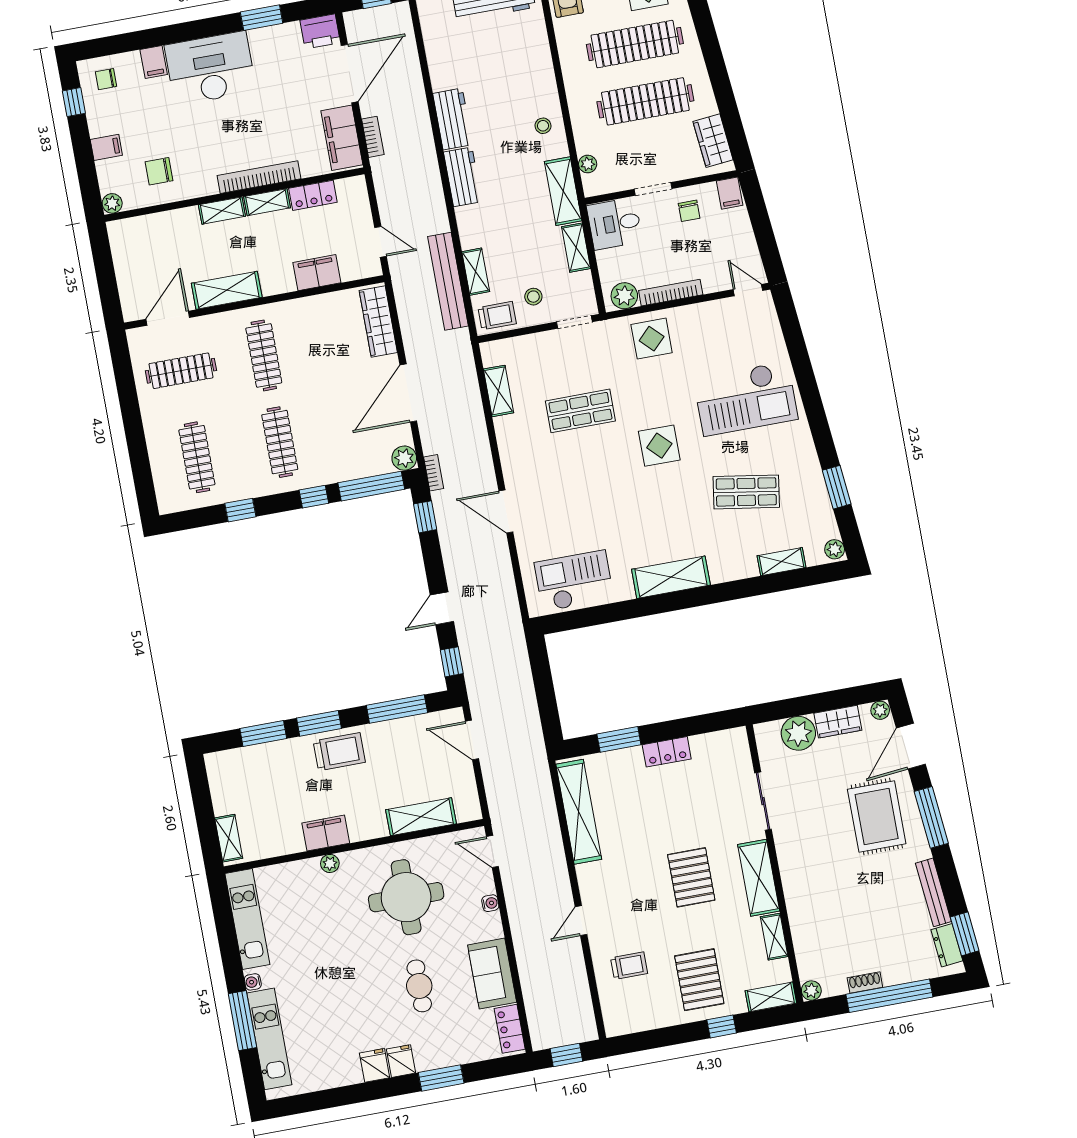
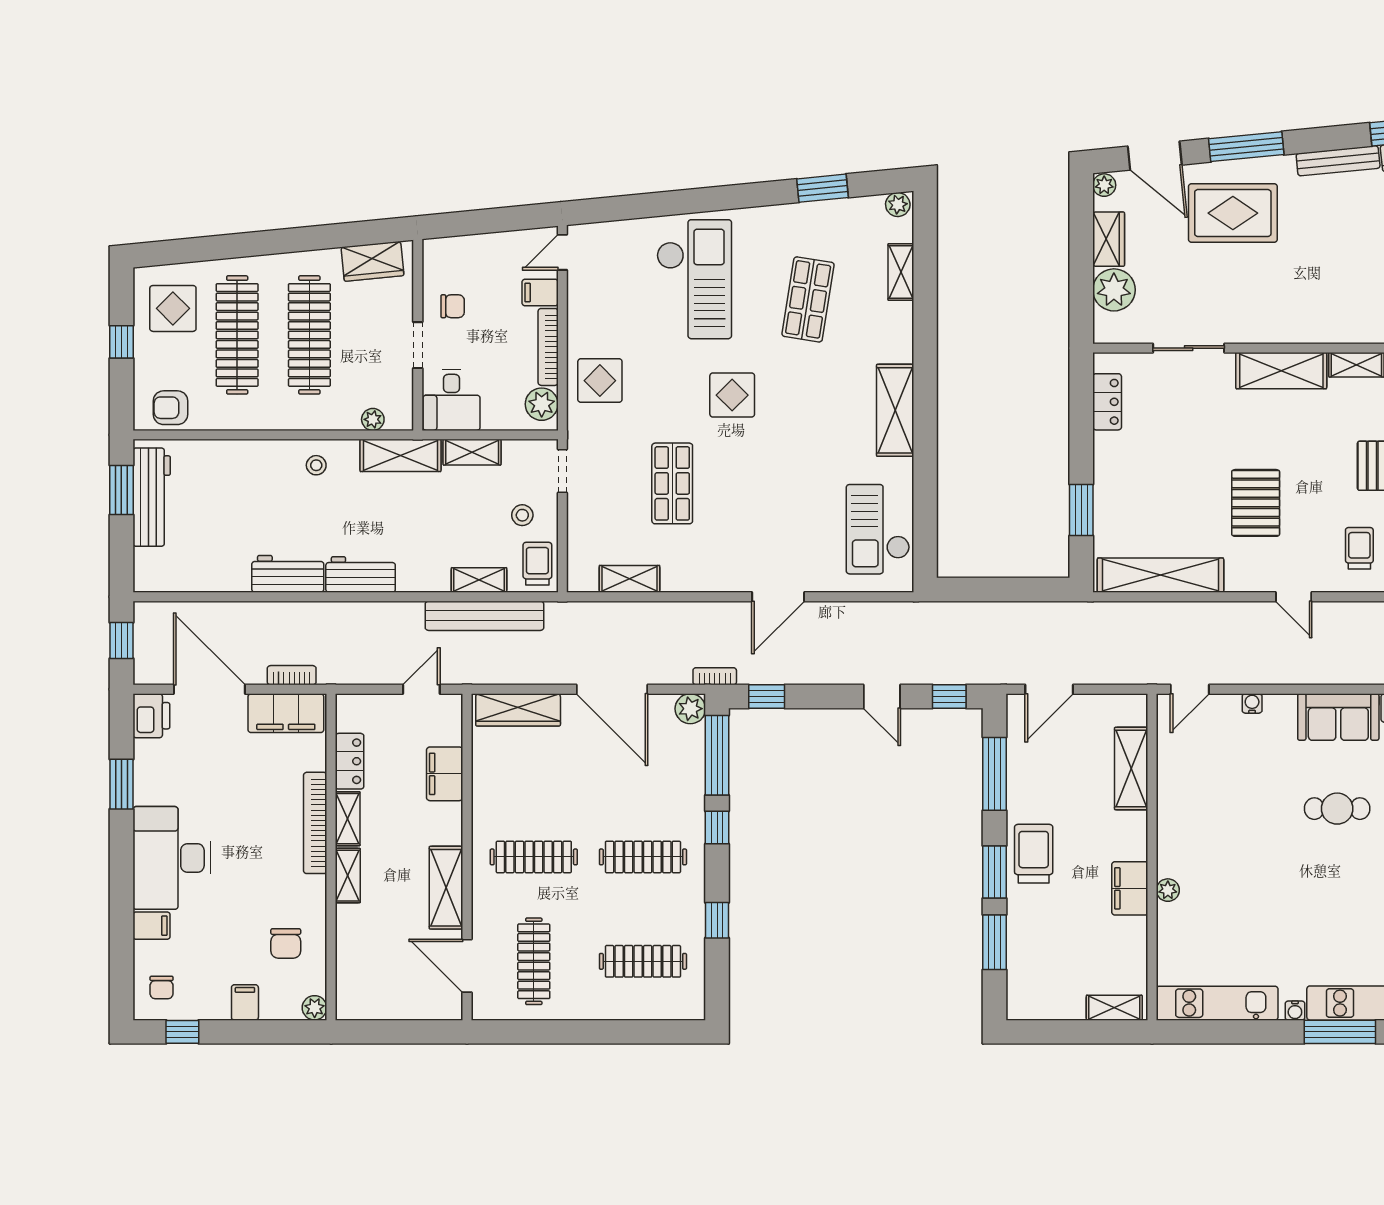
filing cabinet: (730, 193) -> (540, 292), moved, turned 180
locker: (667, 752) -> (1107, 402), moved
pallet: (691, 877) -> (1256, 503), moved, turned 90
round table: (406, 897) -> (1226, 805), removed

